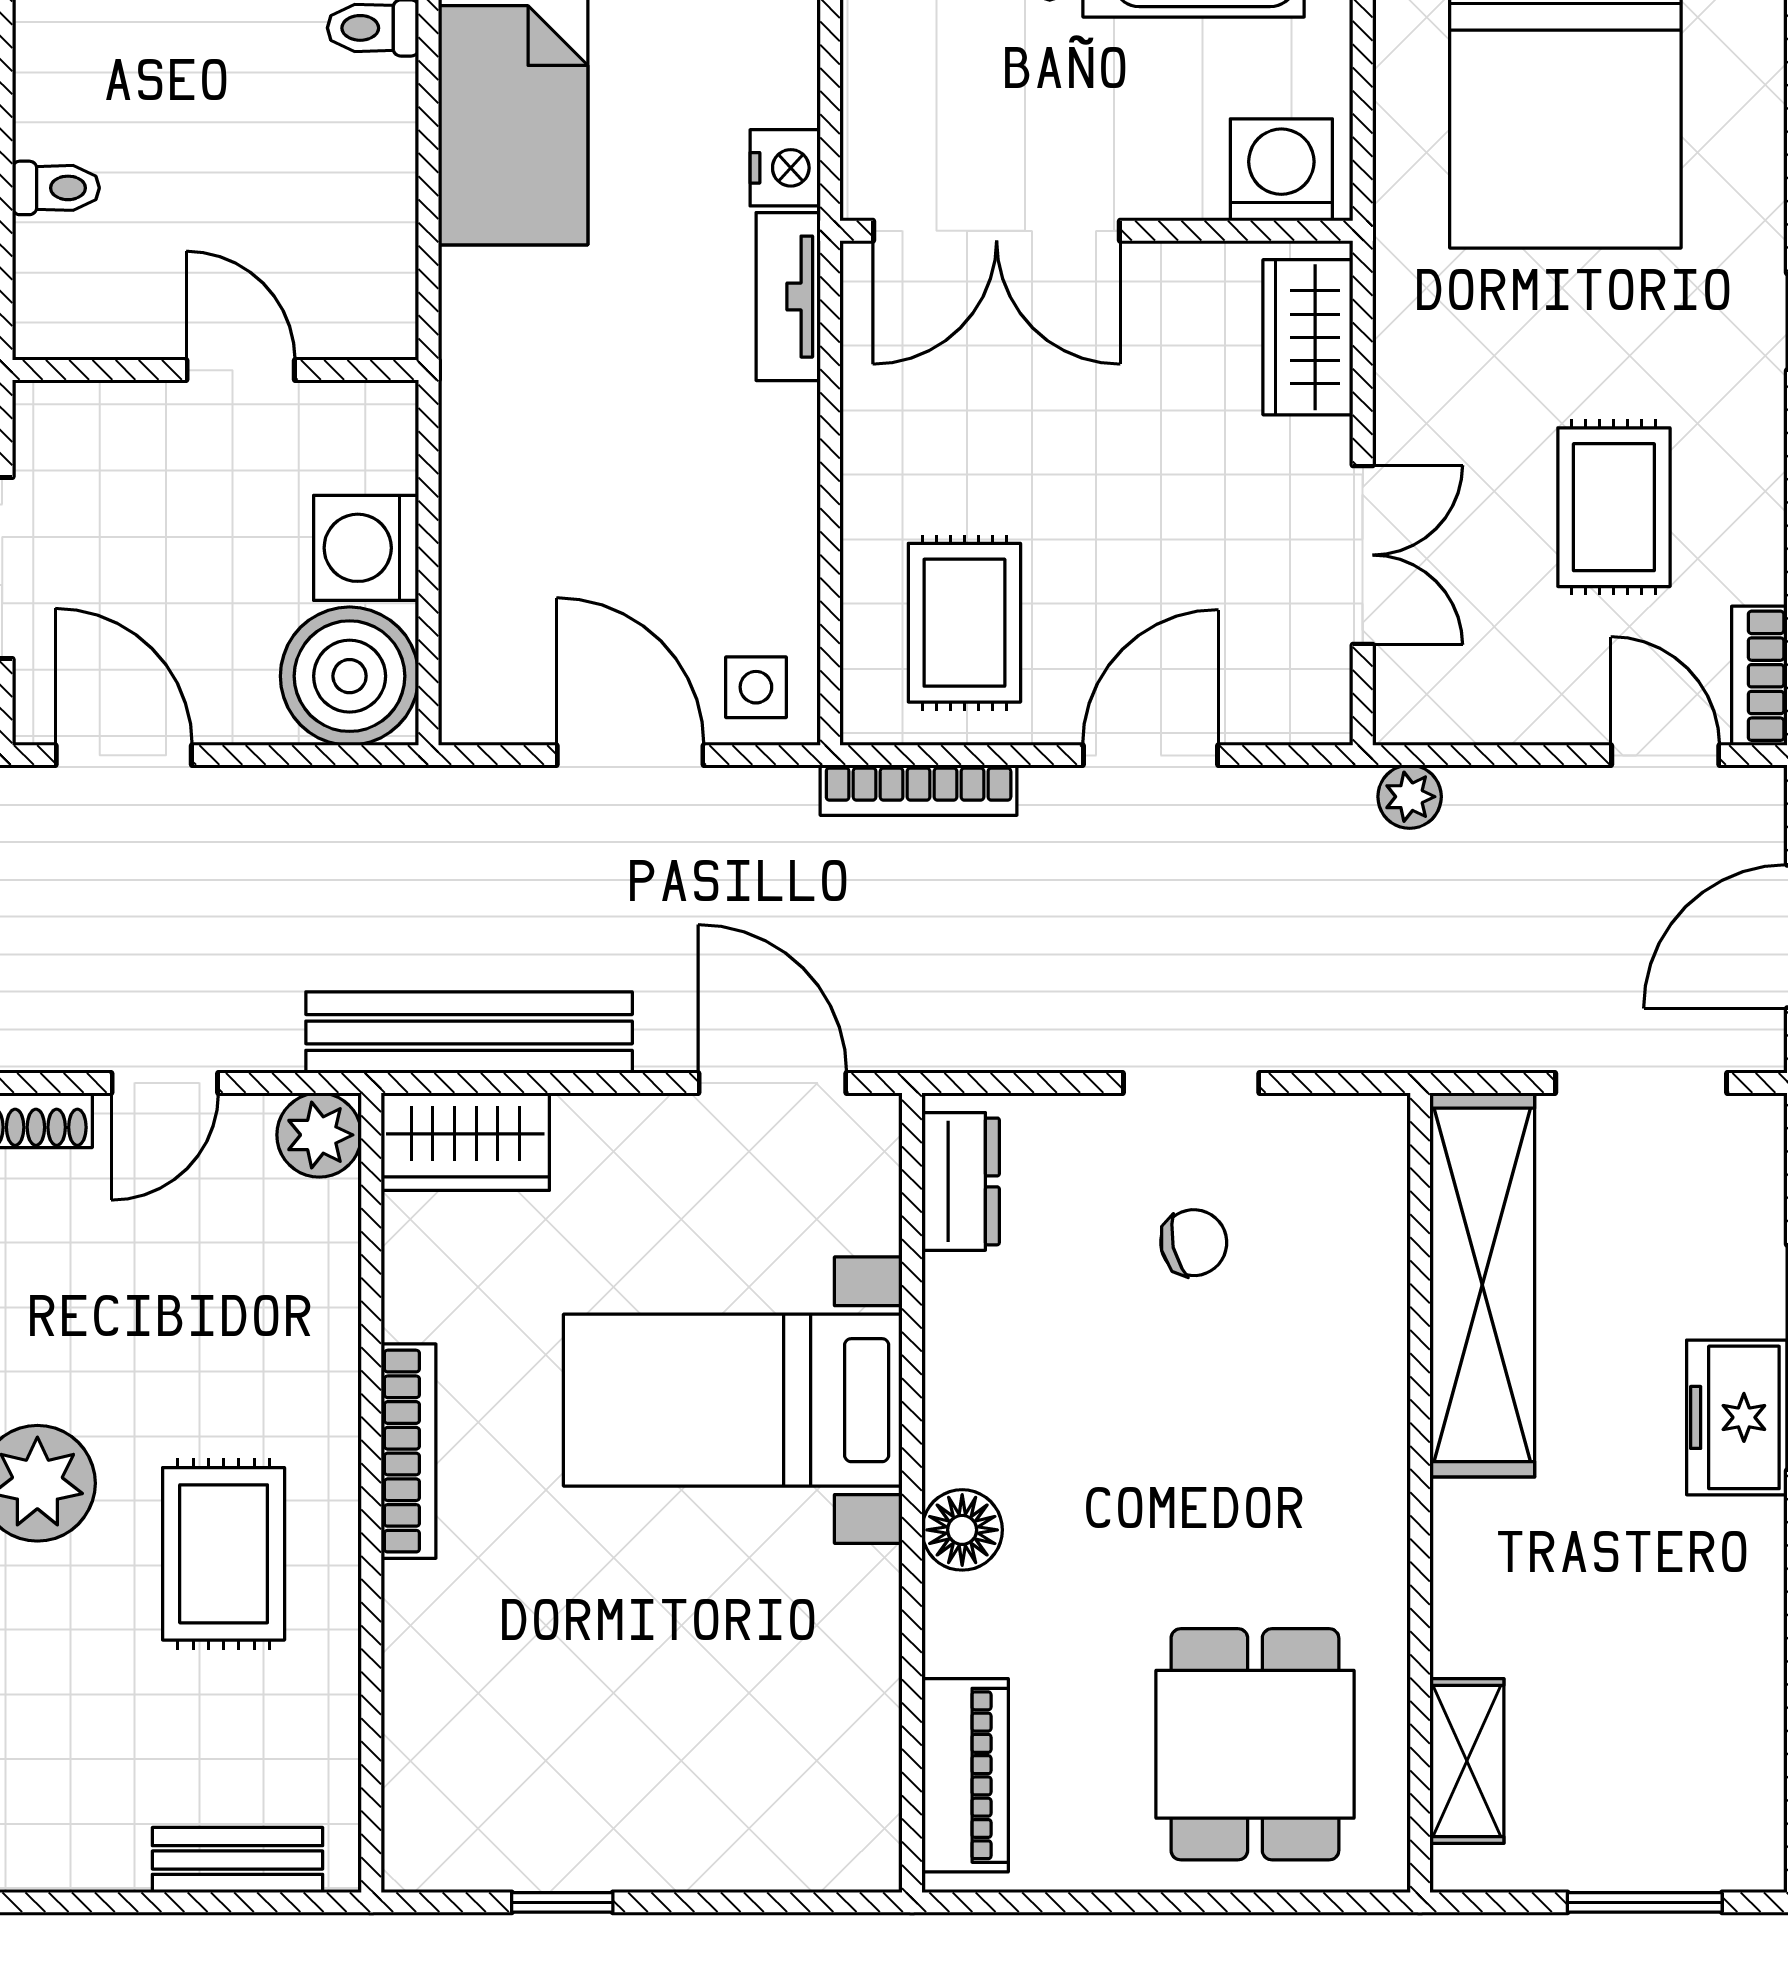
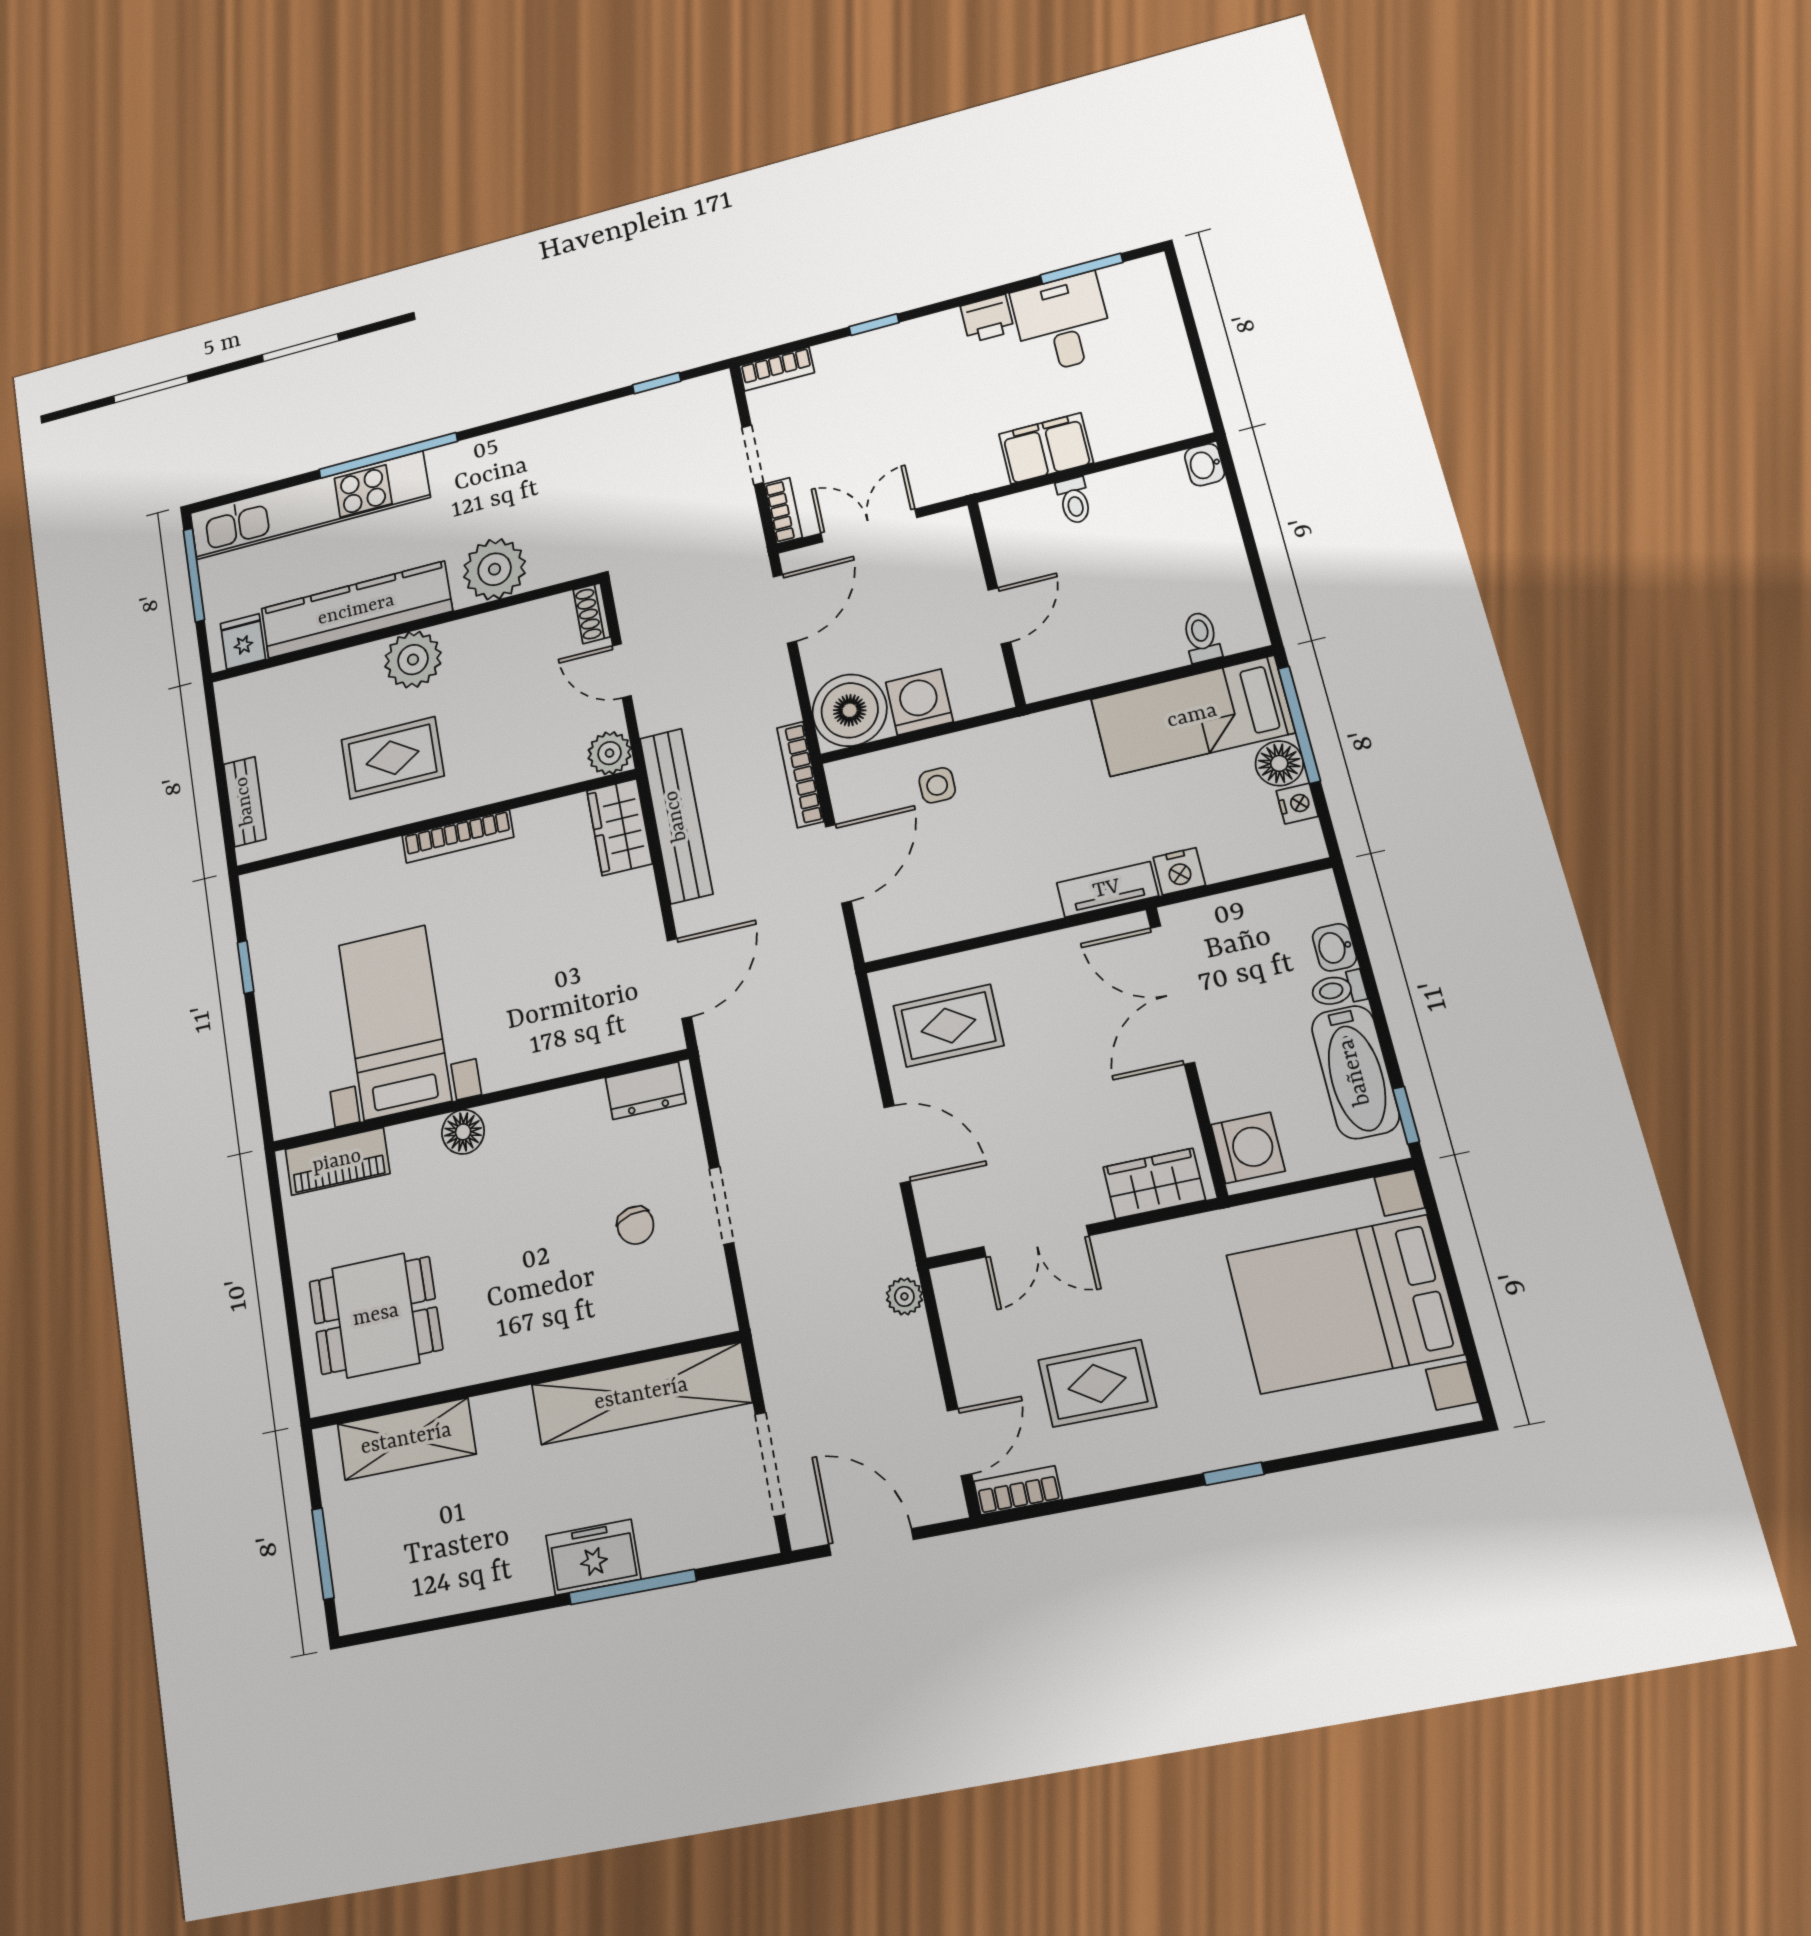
side table: (756, 687) -> (937, 785), moved
bookcase: (919, 790) -> (800, 775), moved
bed with nightstands: (733, 1400) -> (395, 1022), moved
shelving: (1467, 1761) -> (406, 1439), width x1.50, depth x1.33

